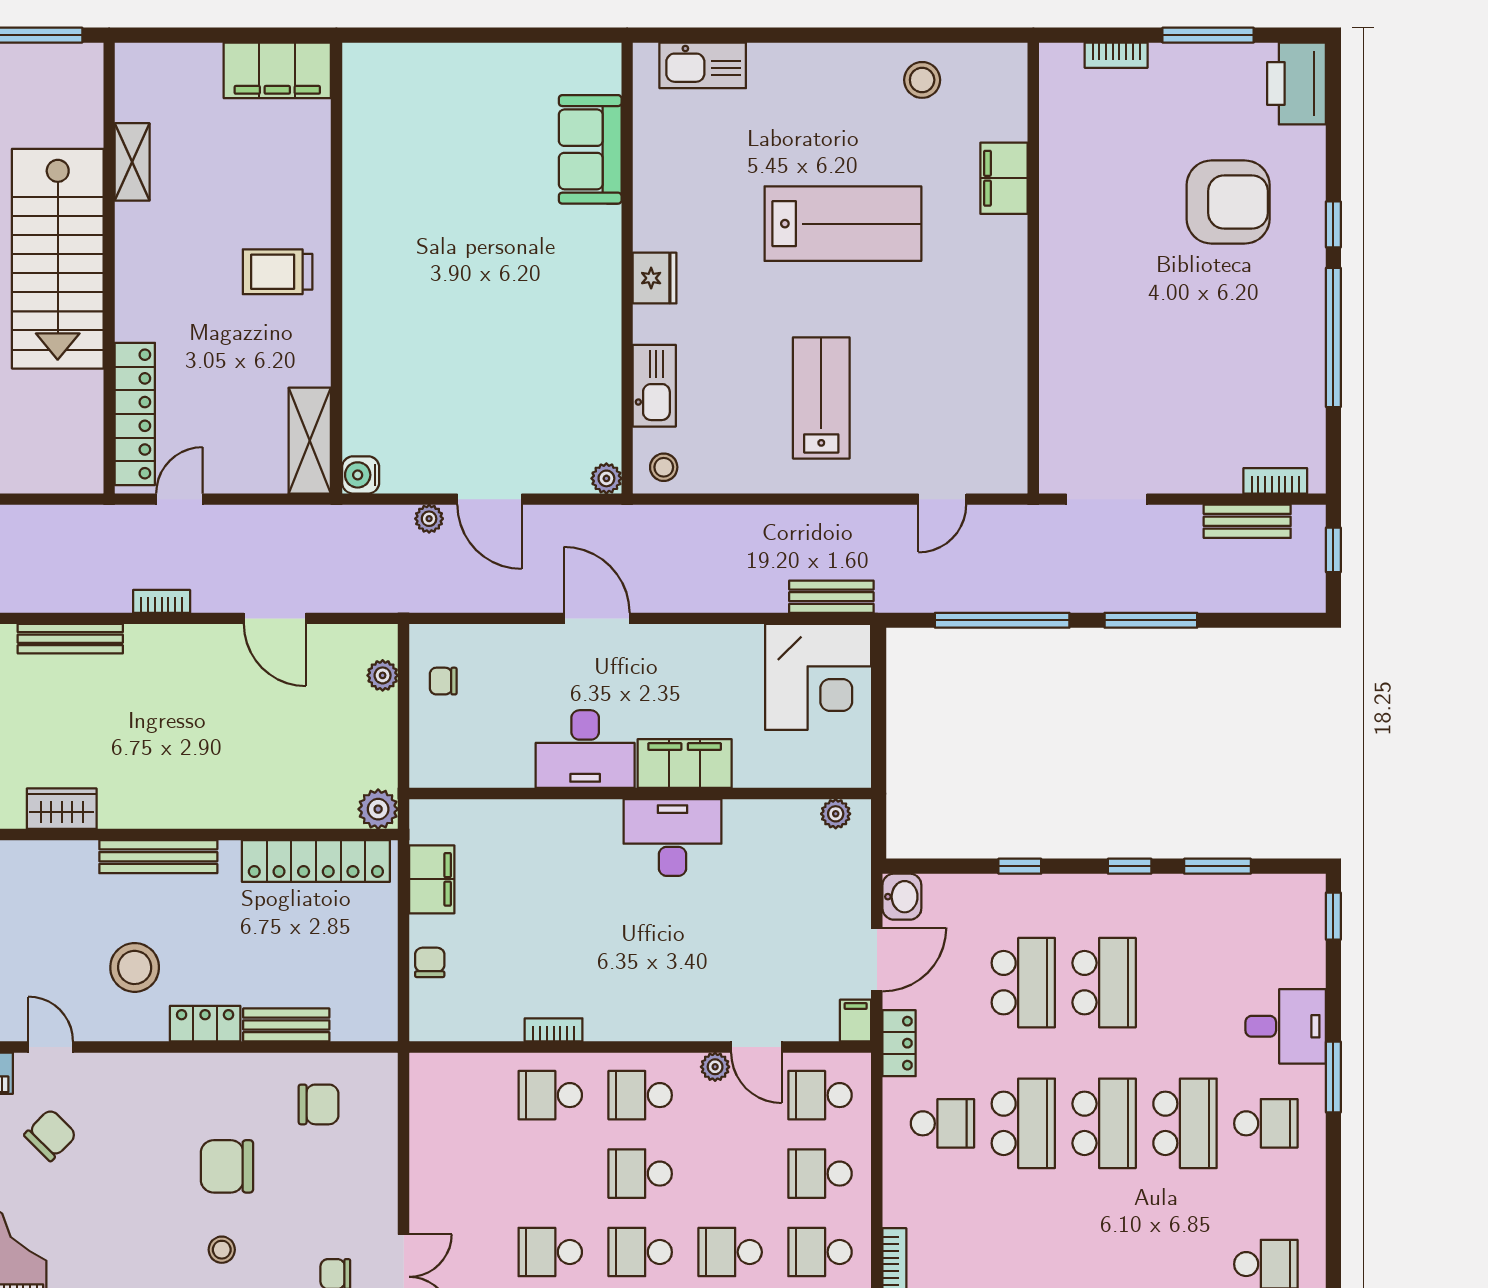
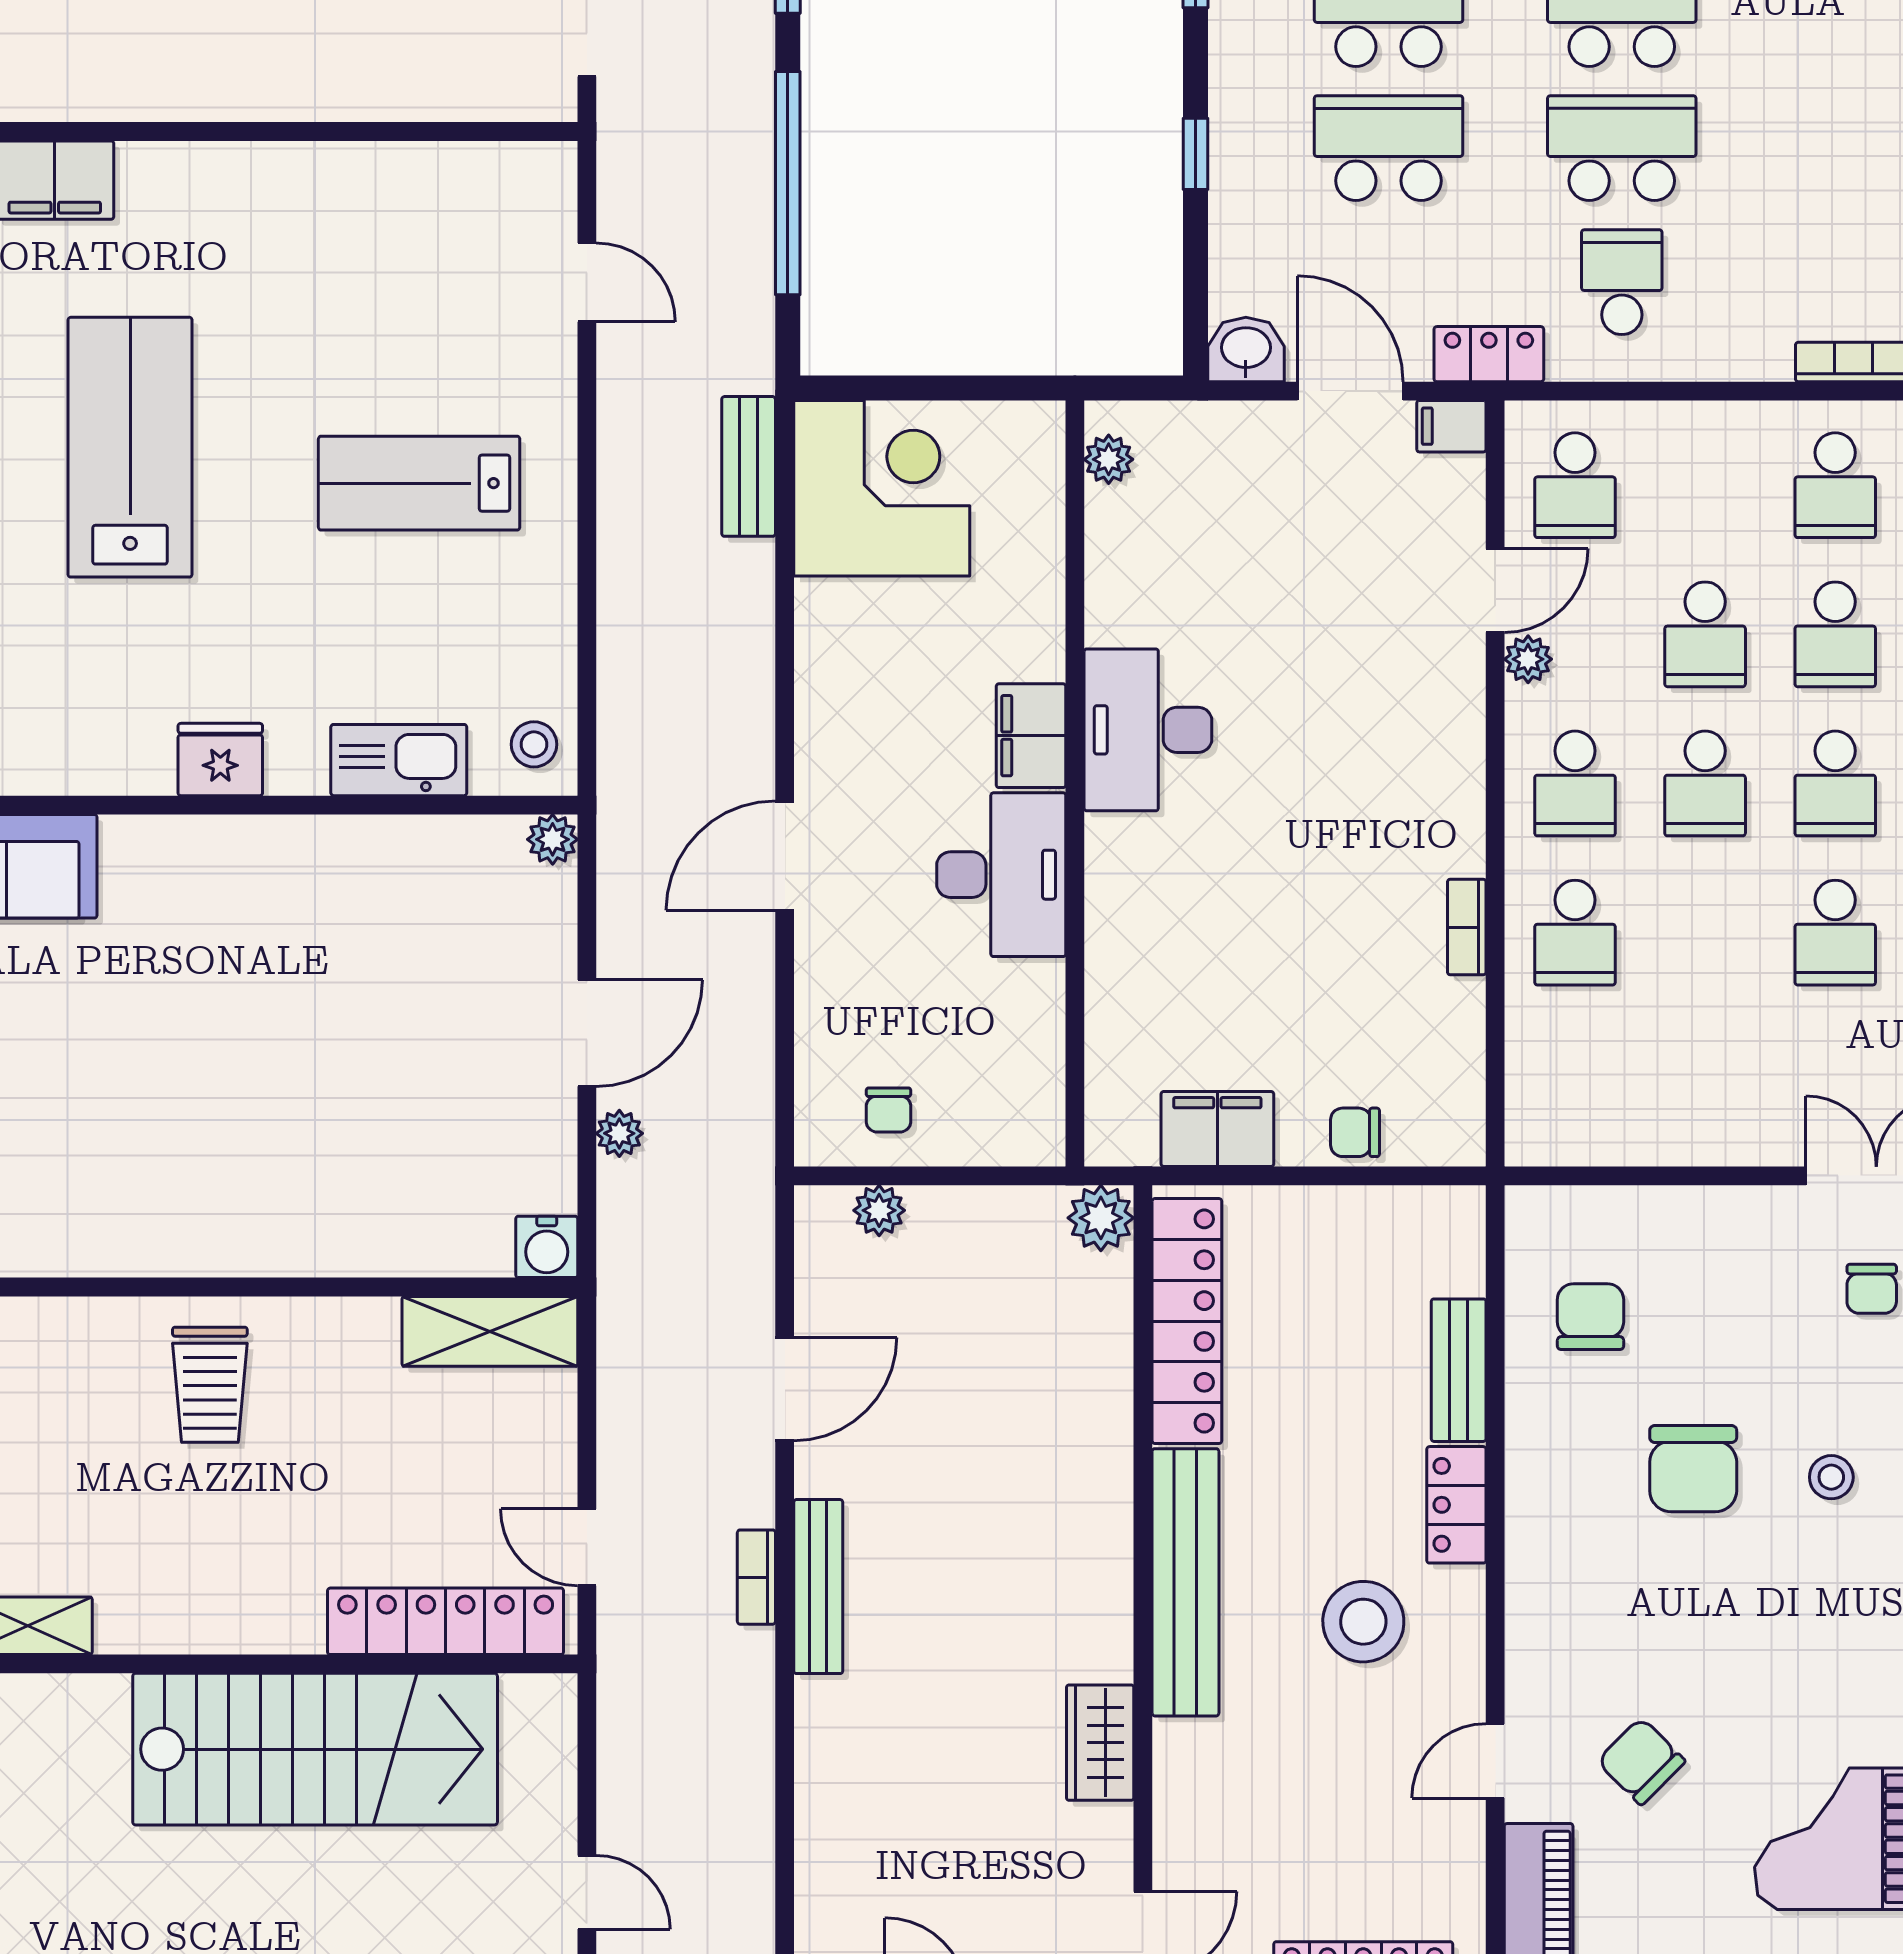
stairs: (58, 259) -> (315, 1749), moved
bench: (70, 639) -> (818, 1587), moved
filing cabinet: (685, 764) -> (1031, 736), width x0.67, depth x0.86
bench: (158, 857) -> (1185, 1582), width x1.37, depth x1.21
school desk: (820, 1174) -> (1705, 634), moved

